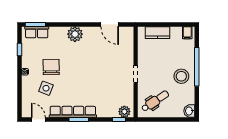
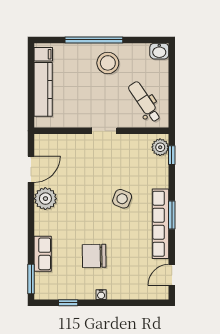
row of seats: (37, 32) -> (43, 254), moved
kitchen counter: (157, 33) -> (43, 89), width x1.50
plant: (75, 34) -> (45, 199), moved
side table: (46, 88) -> (122, 199), moved

